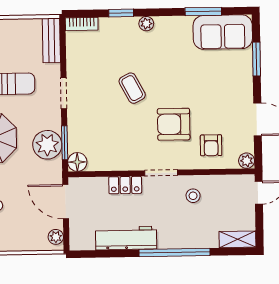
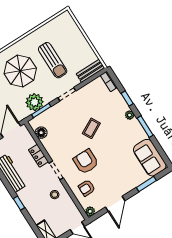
window: (203, 12) -> (145, 127), moved
floor lamp: (77, 162) -> (41, 133), moved
window: (174, 252) -> (19, 203), width x0.32

